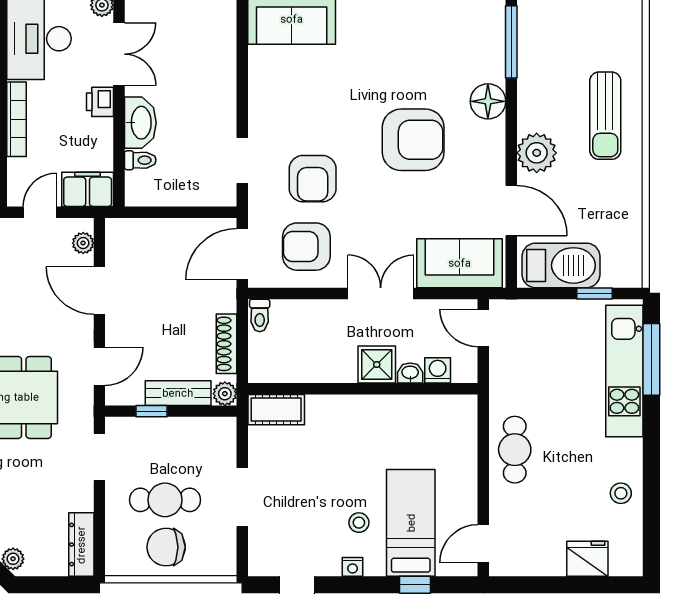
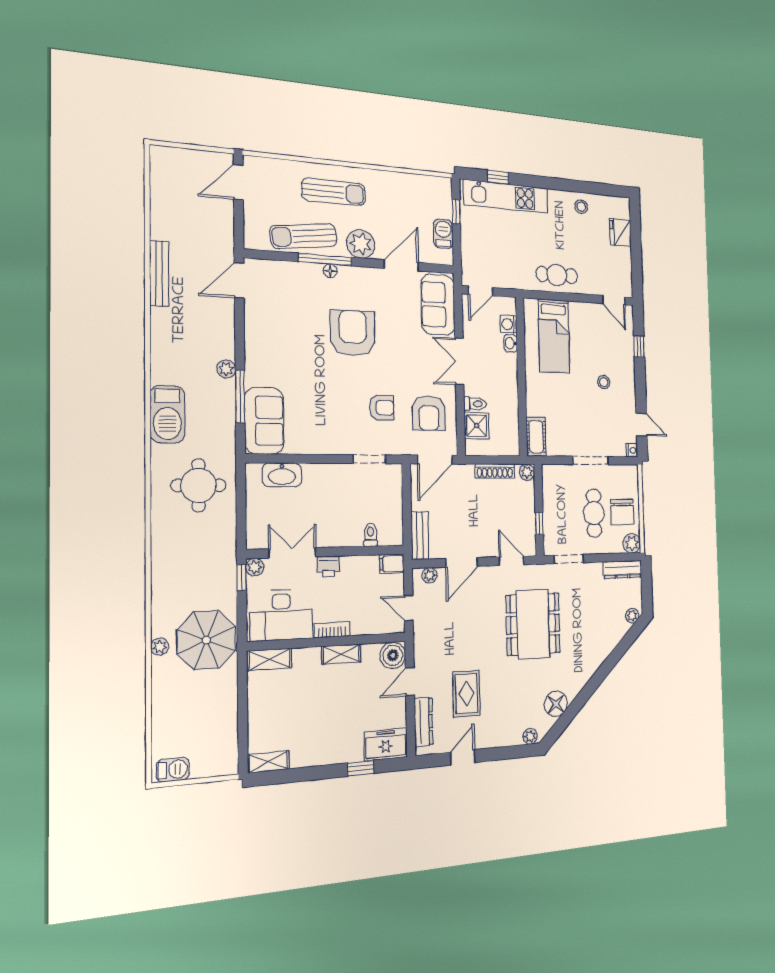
window: (511, 42) -> (325, 260), moved
sun lounger: (541, 74) -> (304, 236), added
floor lamp: (488, 101) -> (330, 271), width x0.53, depth x0.53
bookcase: (16, 119) -> (332, 630), width x0.64
washbasin: (140, 123) -> (282, 475), moved, turned 180
armchair: (313, 179) -> (382, 408), width x0.72, depth x0.72
filing cabinet: (88, 189) -> (392, 564), width x0.50
door: (242, 254) -> (435, 460), hinge flipped
barbecue: (561, 265) -> (443, 234), width x0.53, depth x0.65
toilet: (260, 315) -> (475, 404), moved
window: (651, 359) -> (498, 177), width x0.46
shower: (377, 364) -> (477, 426), moved
bench: (178, 393) -> (420, 536), moved
bed: (411, 523) -> (554, 336), moved, turned -90
plant: (119, 562) -> (632, 543), added
nightstand: (353, 567) -> (632, 450), moved

